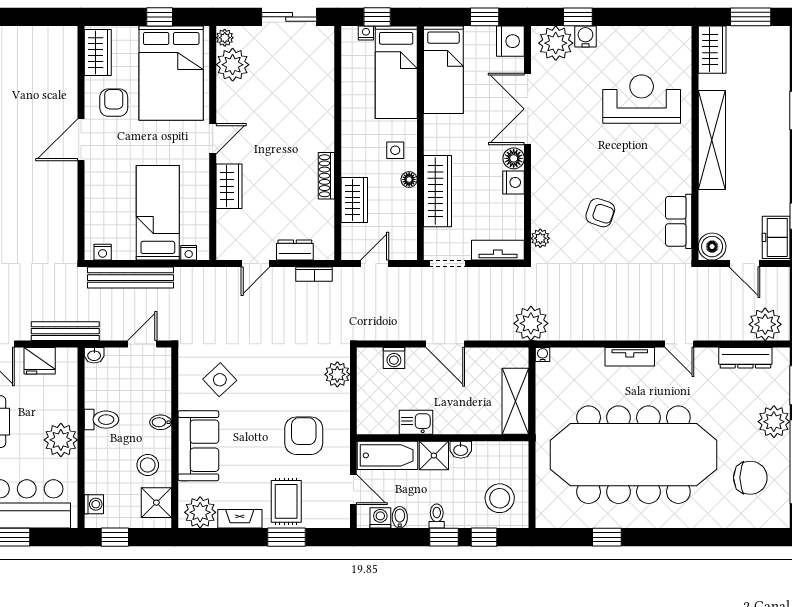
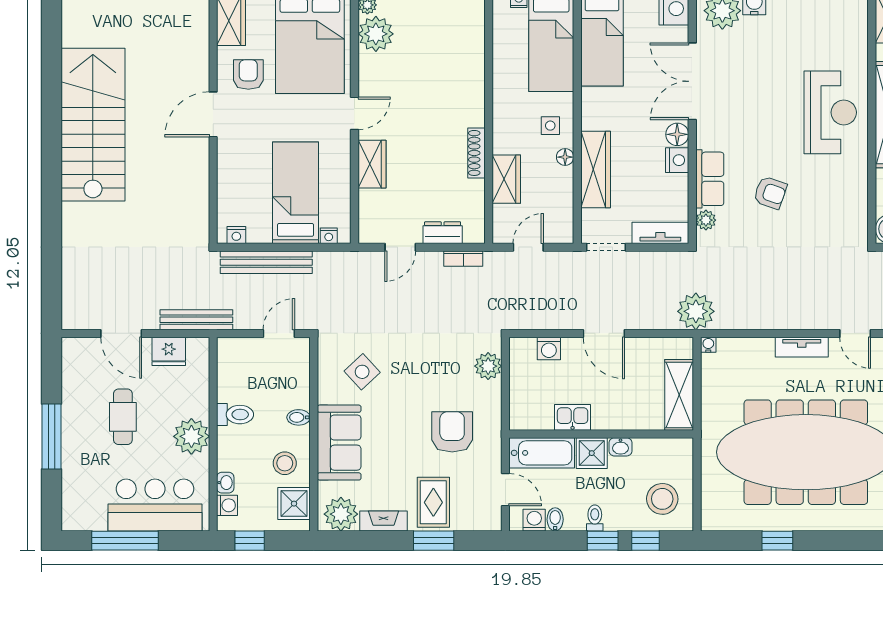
reception desk: (642, 99) -> (830, 112), moved, turned 90
row of seats: (679, 221) -> (710, 179), moved, turned 180
washbasin: (94, 355) -> (225, 483), moved, turned -90

